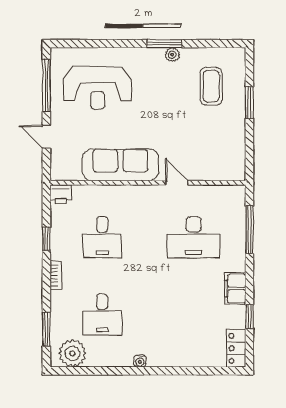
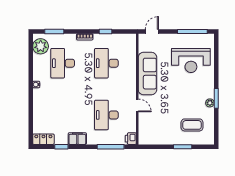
reception desk: (98, 88) -> (191, 61), turned -90
door: (46, 137) -> (152, 32), moved
door: (177, 183) -> (137, 105), hinge flipped
printer: (61, 194) -> (131, 139), moved
desk: (102, 237) -> (106, 63), width x1.37
desk: (102, 314) -> (63, 63), width x1.37

